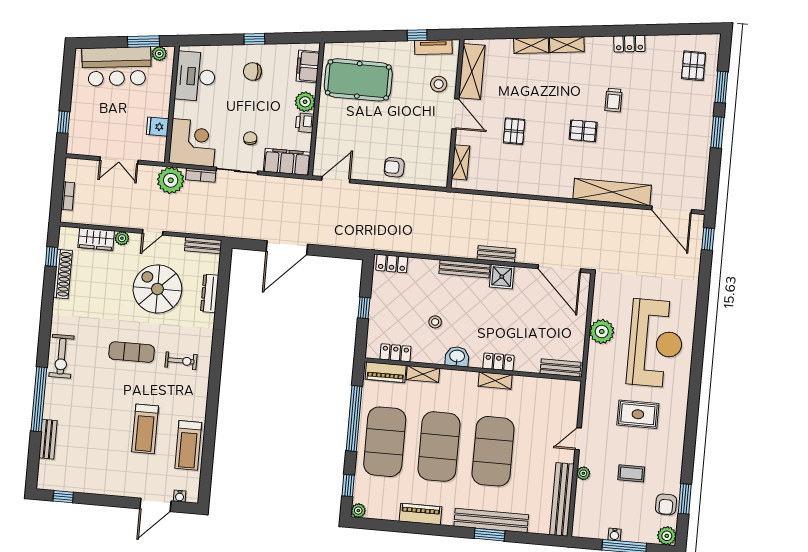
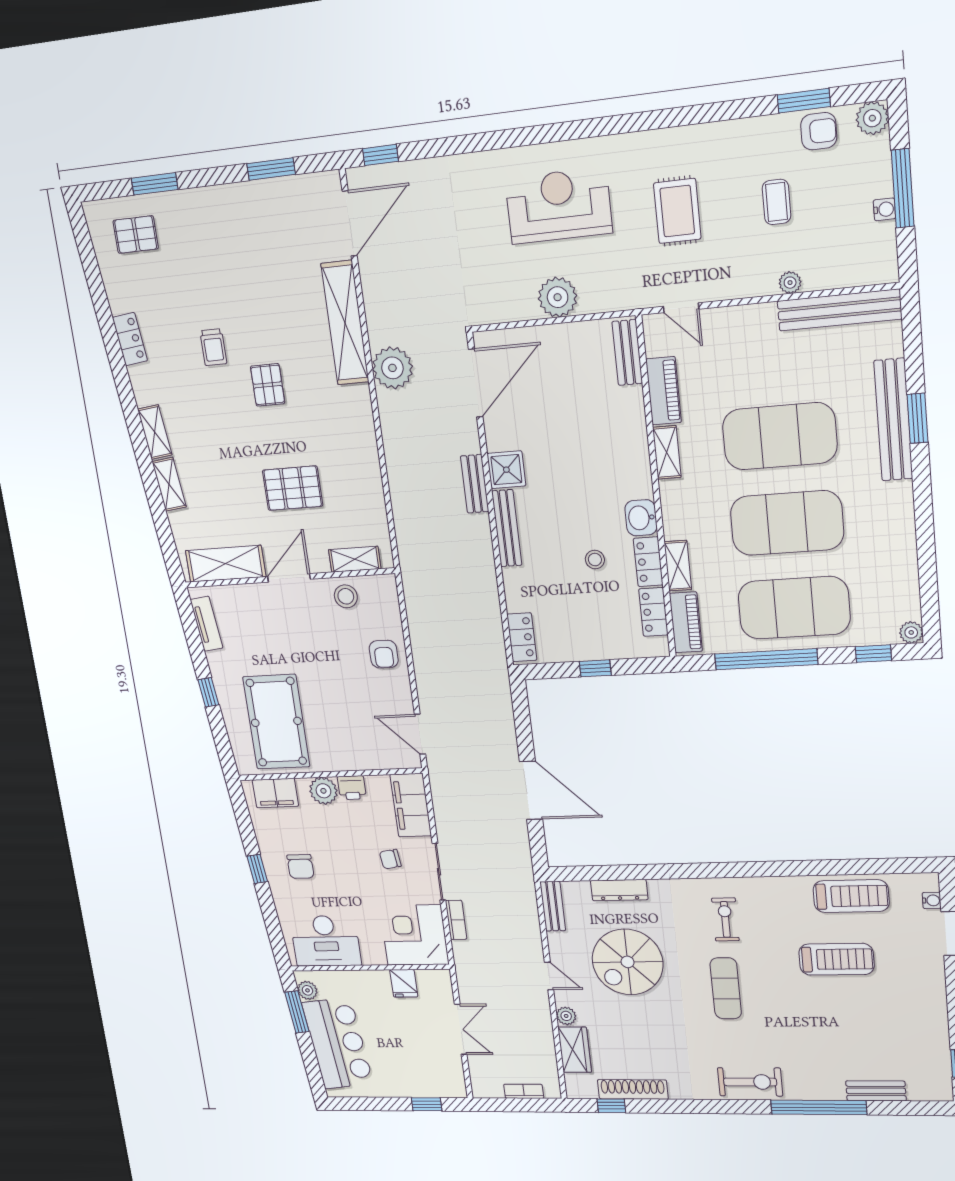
window: (417, 35) -> (208, 692), moved
stool: (439, 84) -> (346, 596), moved
trolley: (614, 100) -> (213, 347), turned 90
pallet: (514, 131) -> (293, 488), width x1.50, depth x1.42
window: (717, 132) -> (271, 169), moved
plant: (171, 180) -> (392, 368), moved
reception desk: (656, 343) -> (559, 206), width x0.74, depth x0.77
locker: (498, 362) -> (648, 562), moved
door: (578, 439) -> (681, 308), moved
piano: (420, 514) -> (664, 391), moved, turned 180

